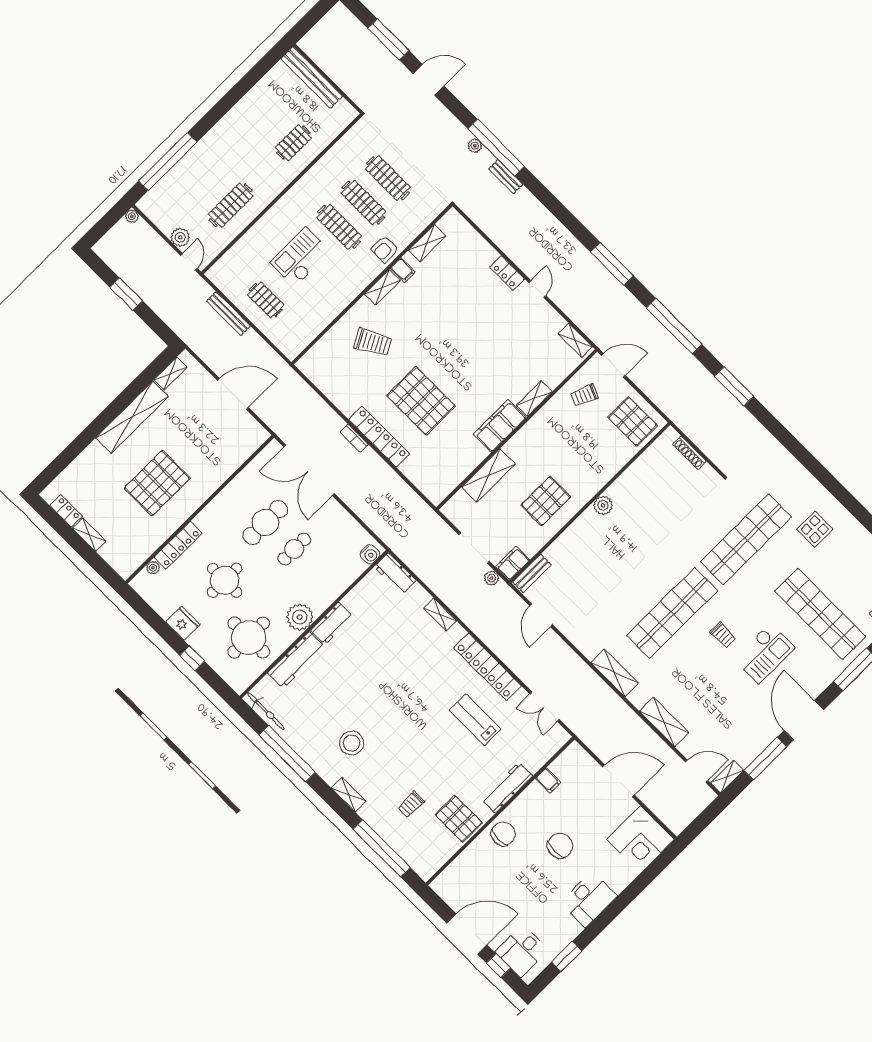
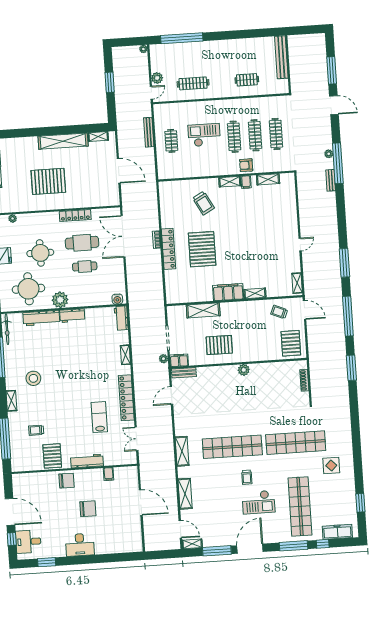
locker: (507, 273) -> (293, 225), removed
locker: (178, 545) -> (75, 215), moved
corner desk: (640, 839) -> (127, 538), removed

